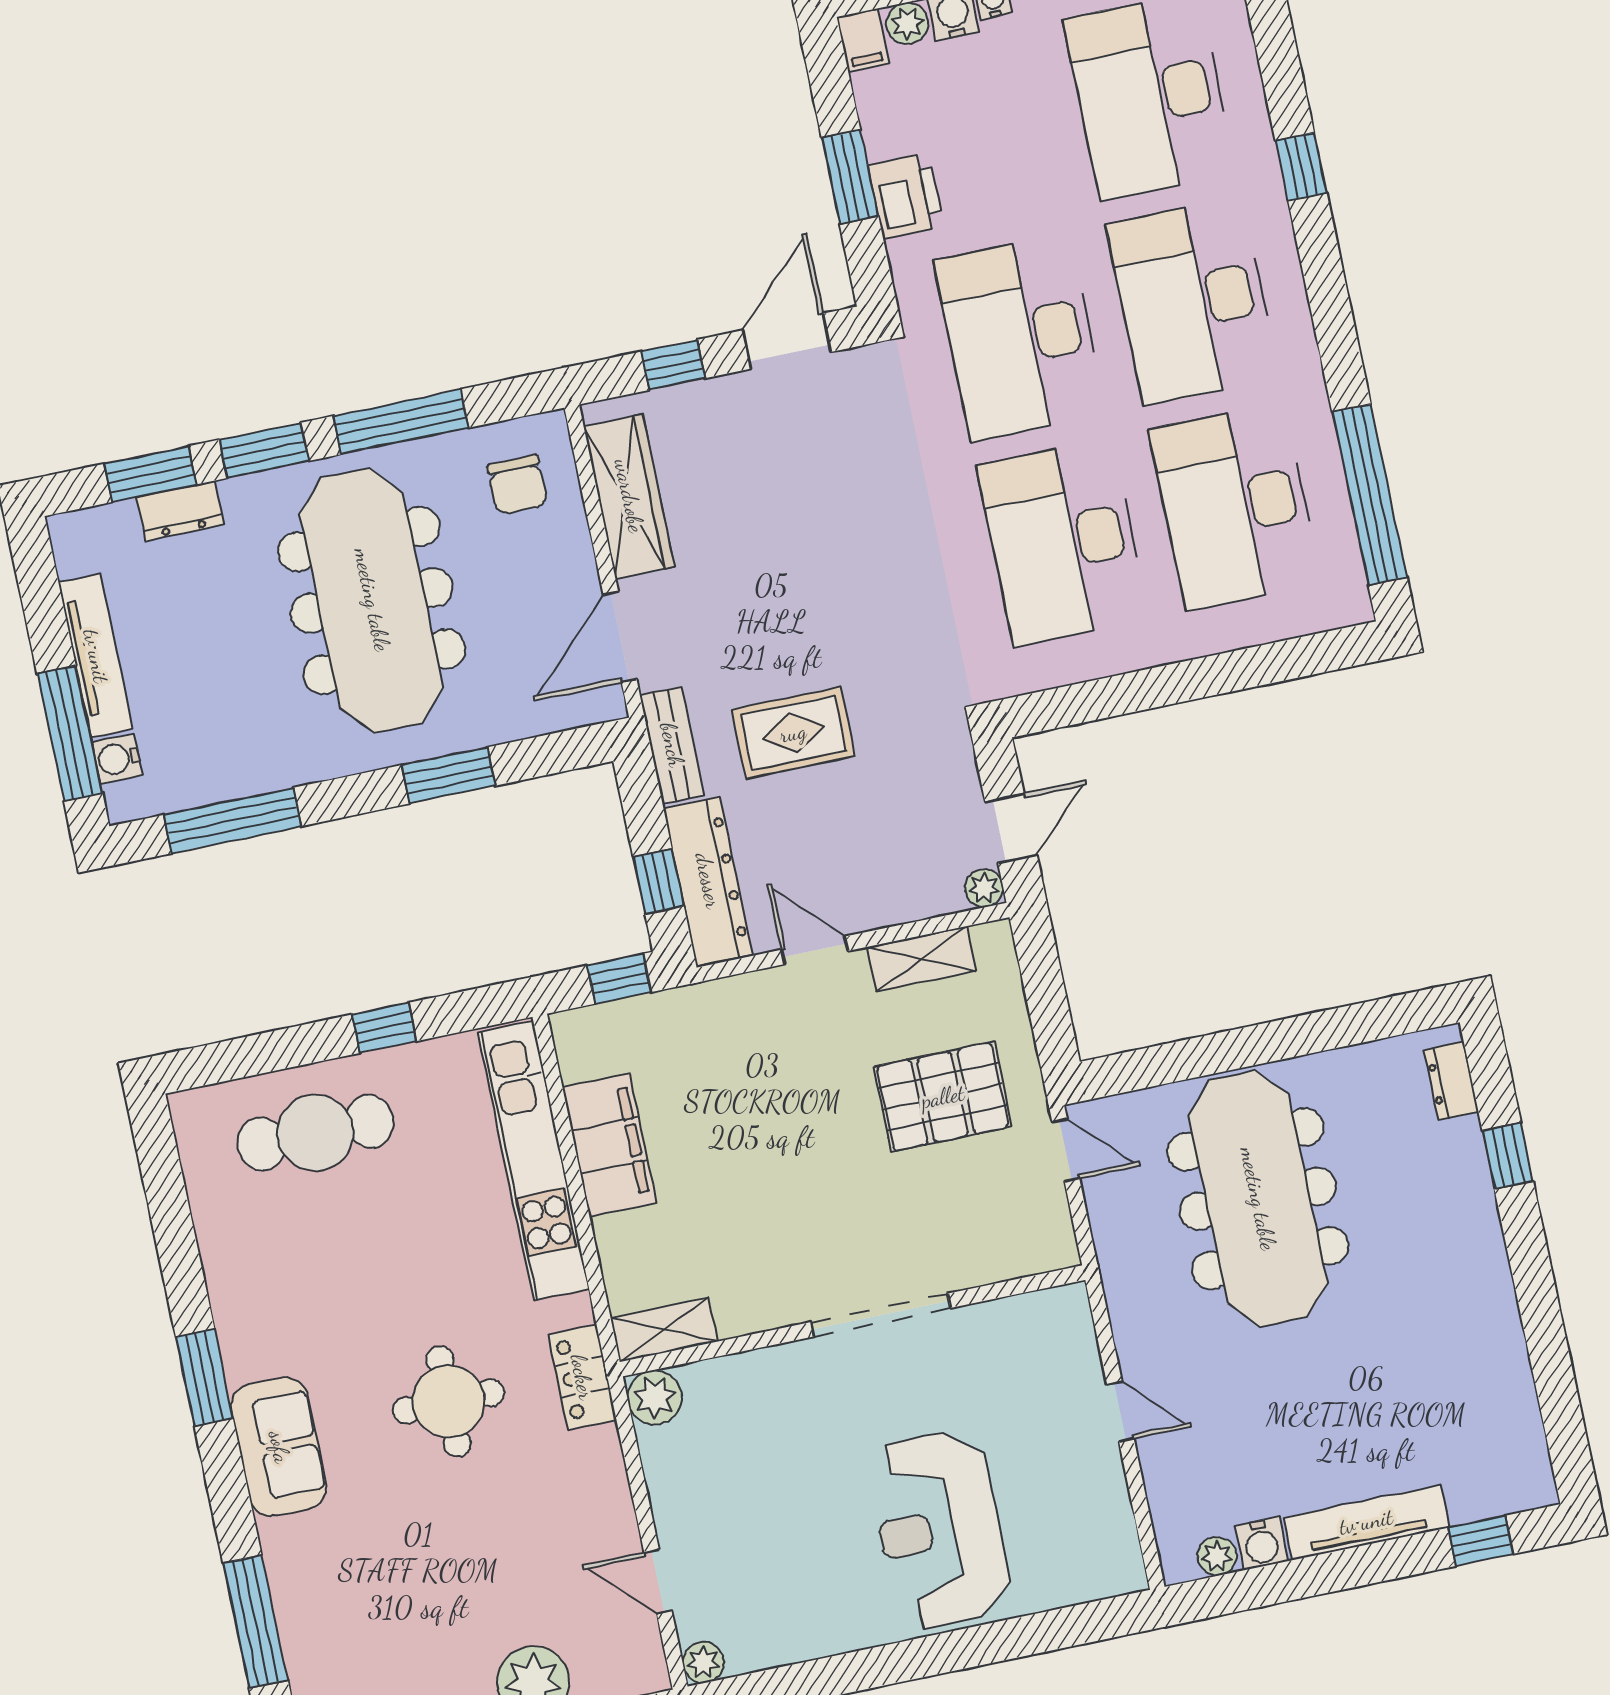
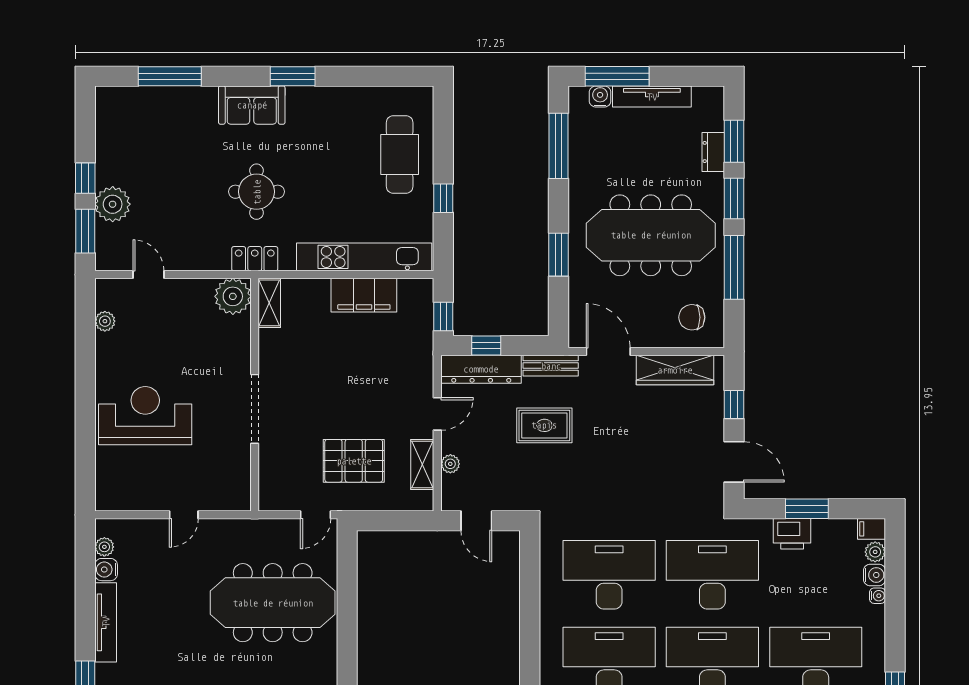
rug: (793, 733) -> (544, 425), turned 90
plant: (984, 888) -> (450, 464), moved
pallet: (943, 1097) -> (354, 461), turned 90
plant: (655, 1397) -> (233, 296), width x1.36, depth x1.36
door: (658, 1582) -> (148, 275), hinge flipped
plant: (703, 1662) -> (105, 321), moved

